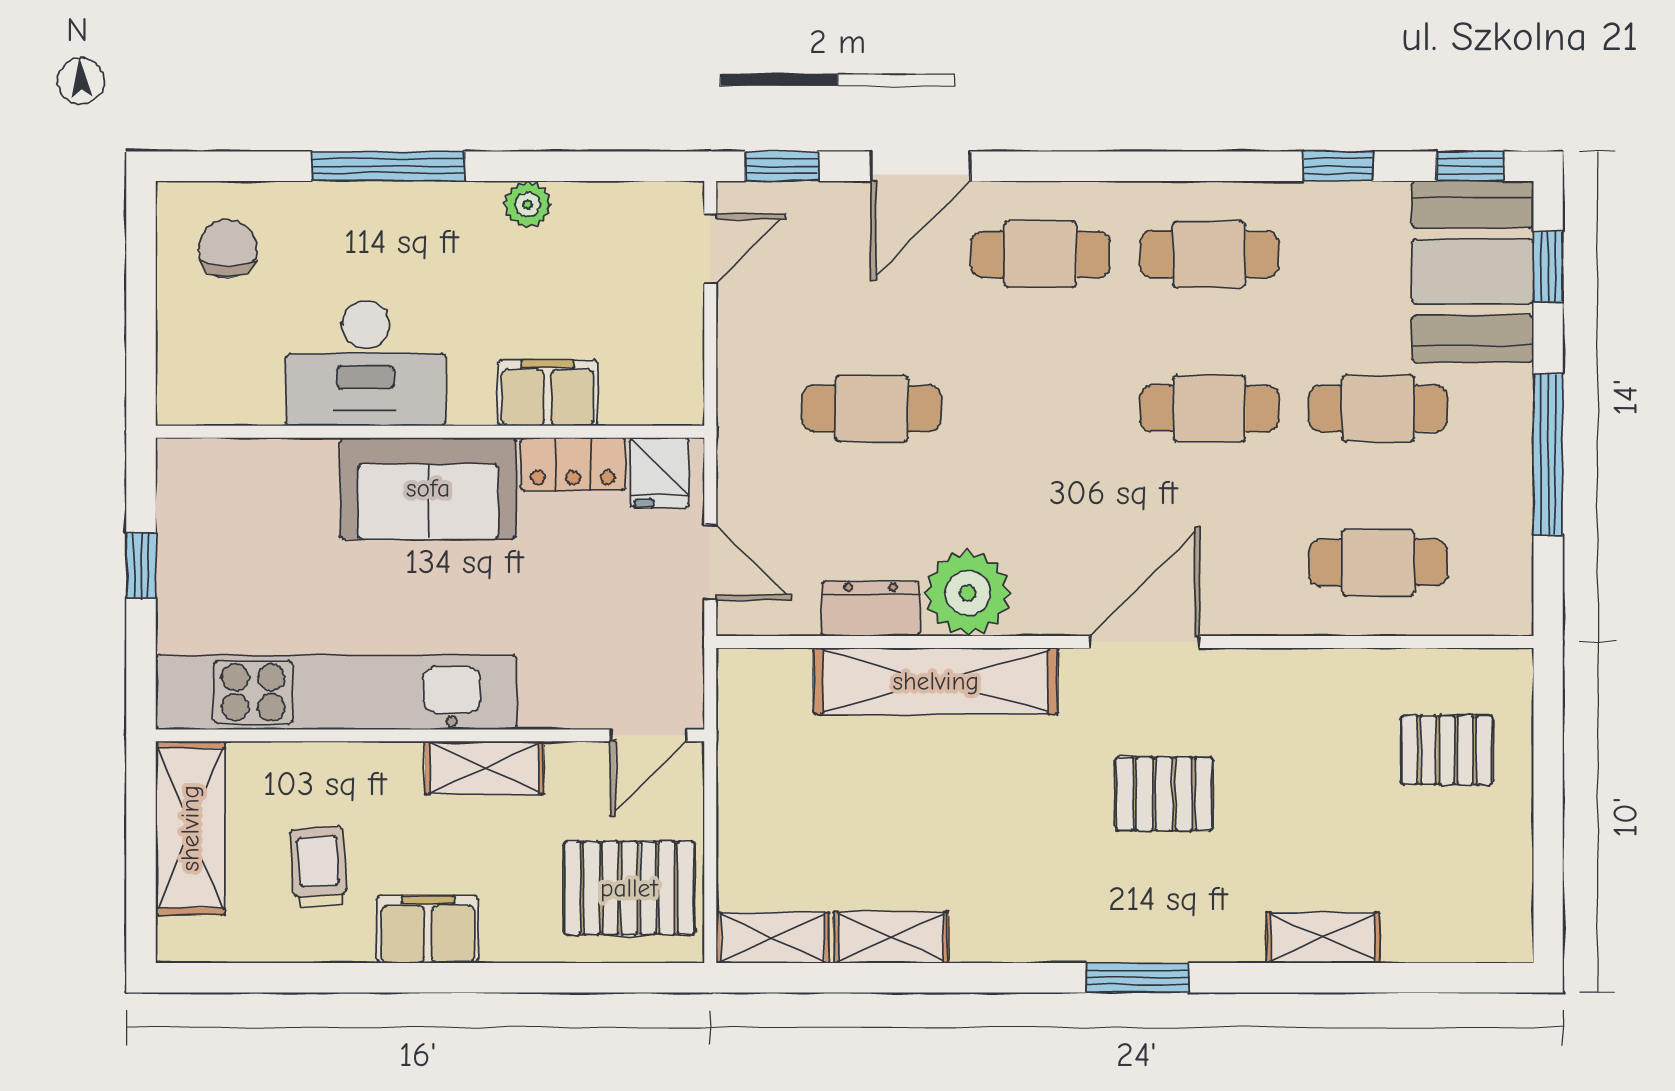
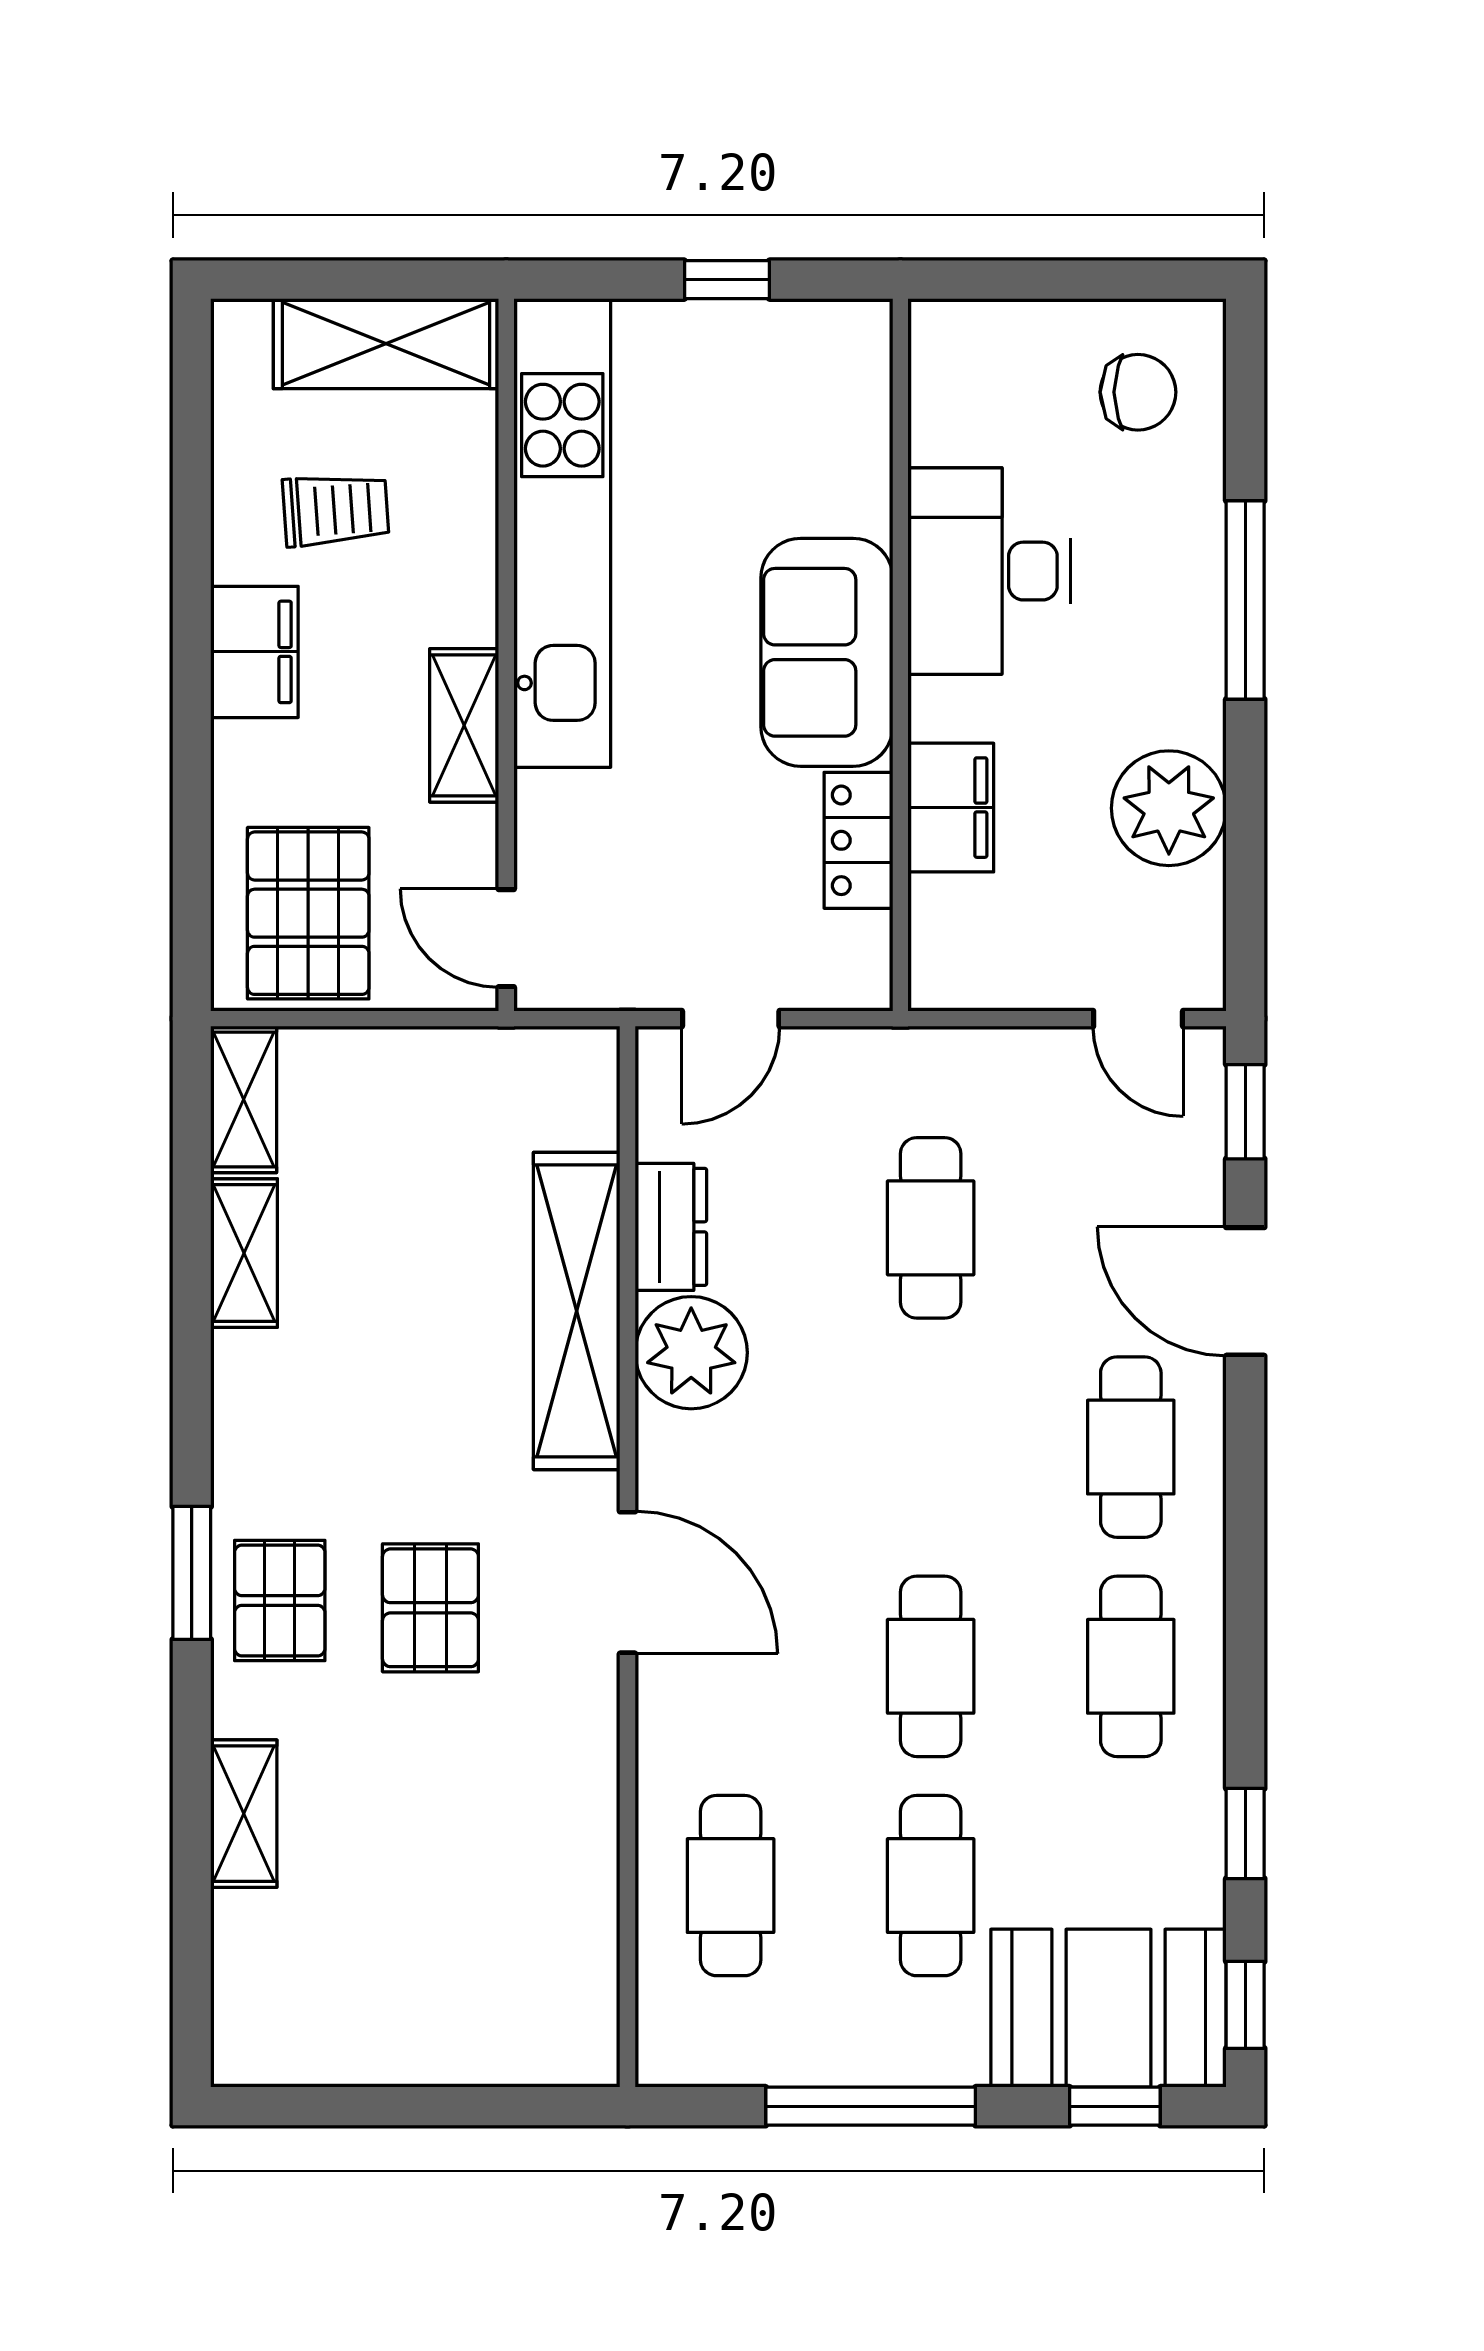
plant: (528, 204) -> (1169, 808), width x1.88, depth x1.88
fridge: (659, 473) -> (847, 952), removed
pallet: (1447, 750) -> (280, 1600), moved

